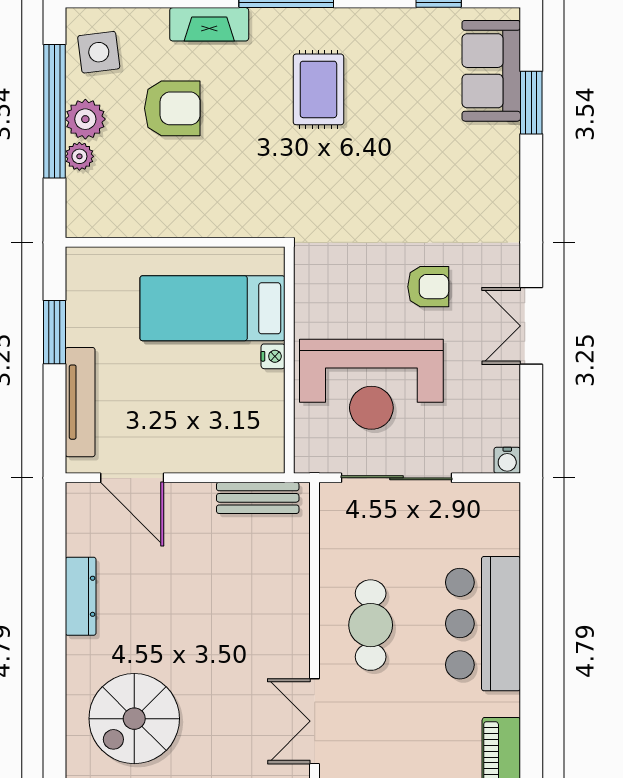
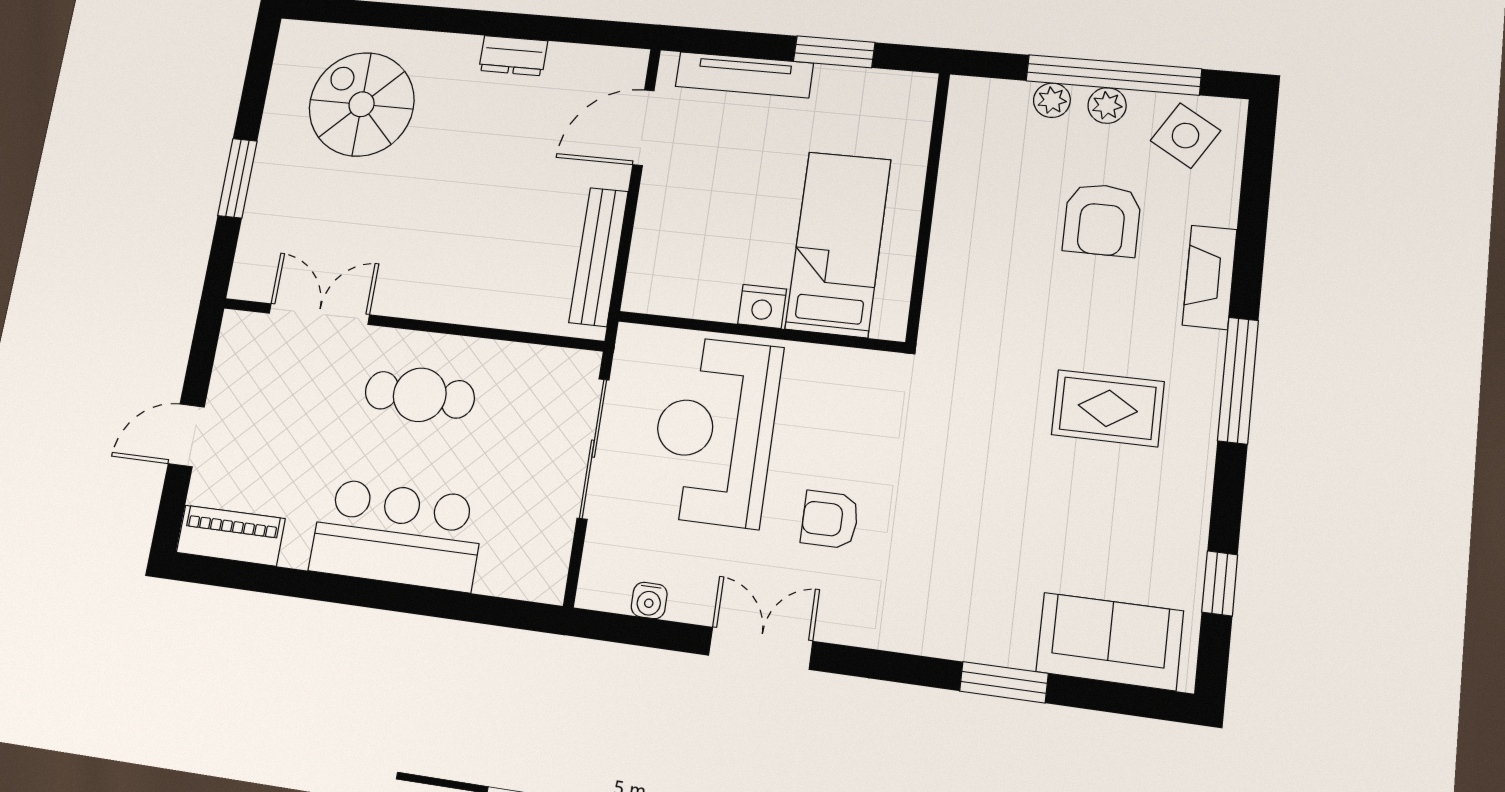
side table: (99, 52) -> (1185, 136), turned 38
window: (531, 103) -> (1004, 682), moved
plant: (85, 119) -> (1107, 105), width x0.73, depth x0.73
armchair: (428, 287) -> (830, 520), turned 90
nightstand: (273, 356) -> (762, 306), width x1.39, depth x1.35
water cooler: (507, 460) -> (649, 600), moved, turned -90
bench: (258, 498) -> (598, 257), width x1.36
dresser: (81, 596) -> (513, 56), width x0.70

